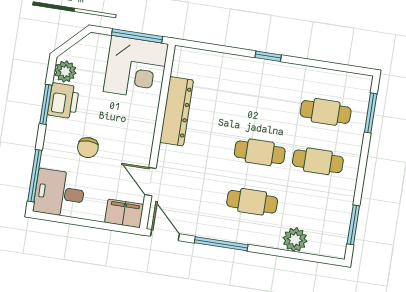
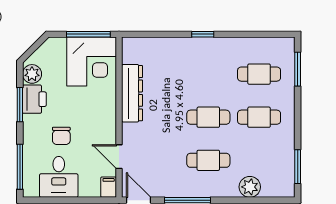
desk: (59, 193) -> (59, 177), moved, turned -90
filing cabinet: (124, 213) -> (109, 187), width x0.50

